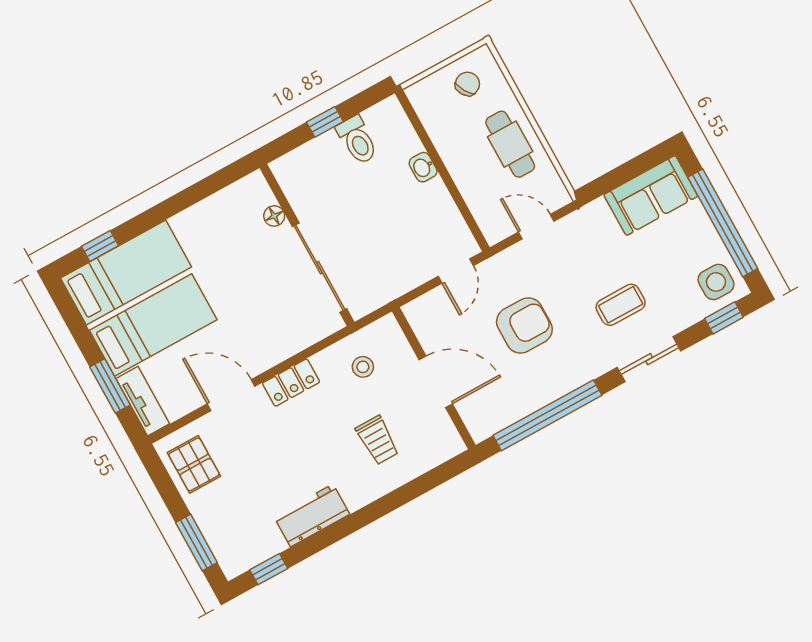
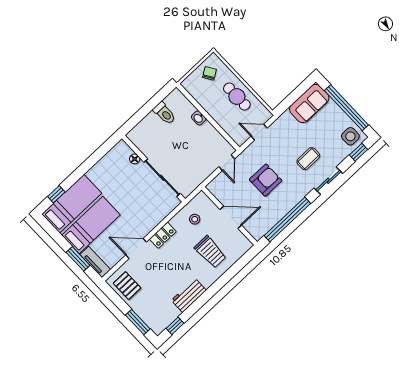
window: (325, 122) -> (147, 109), removed
trolley: (377, 440) -> (210, 252), width x1.36, depth x1.39

